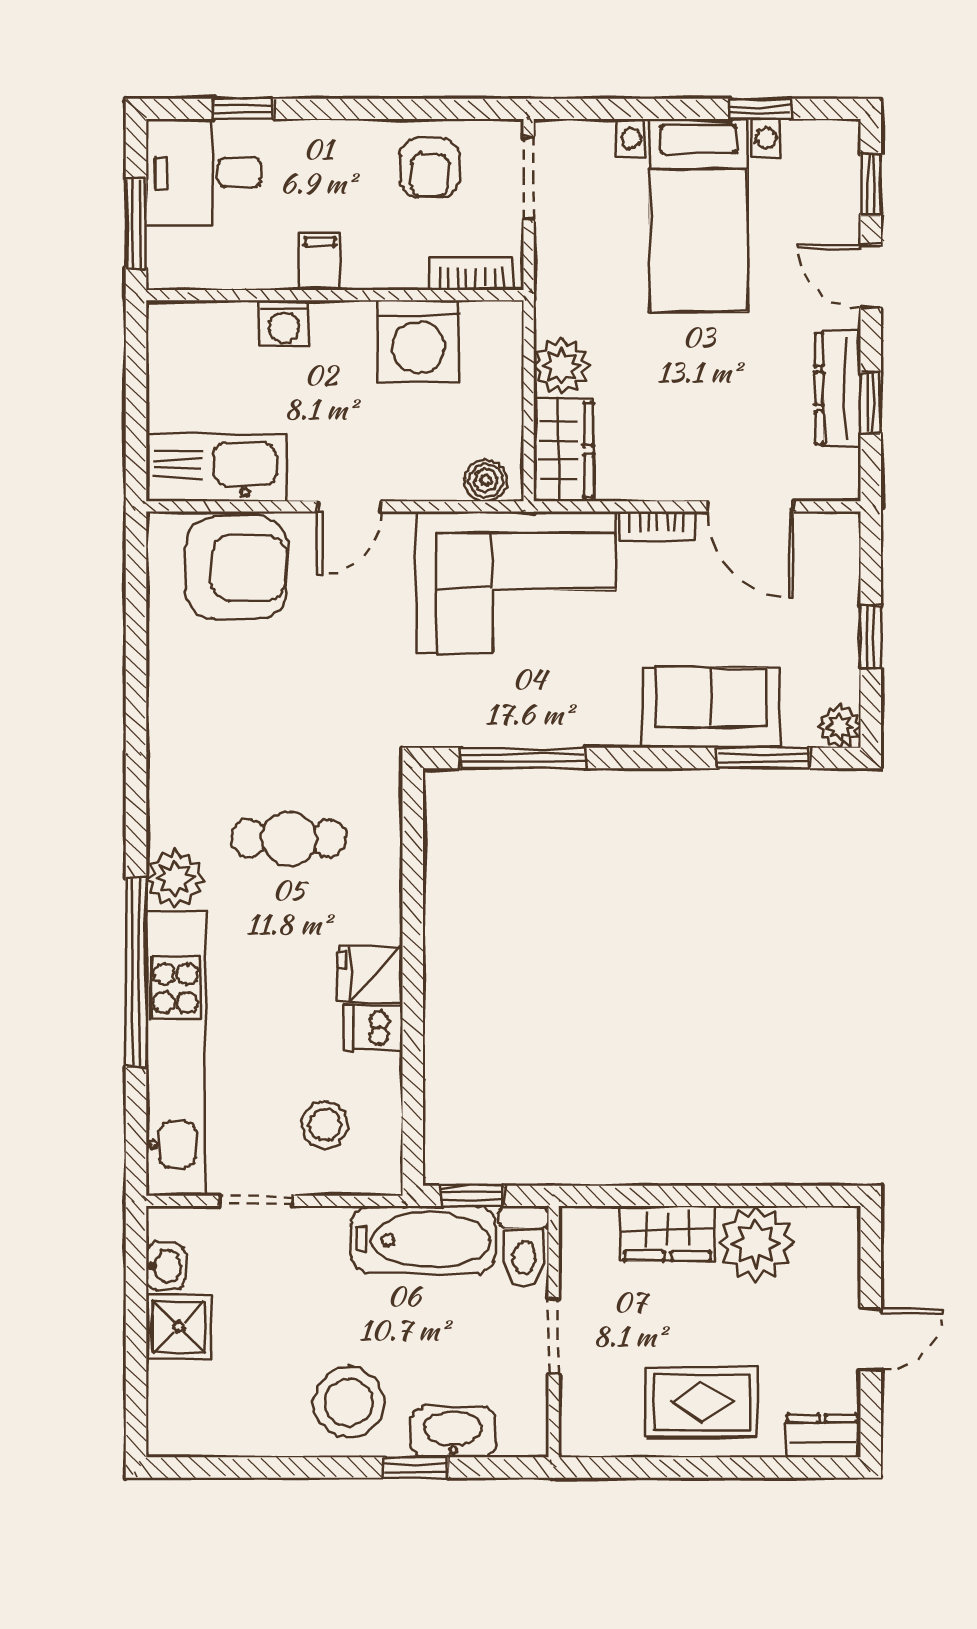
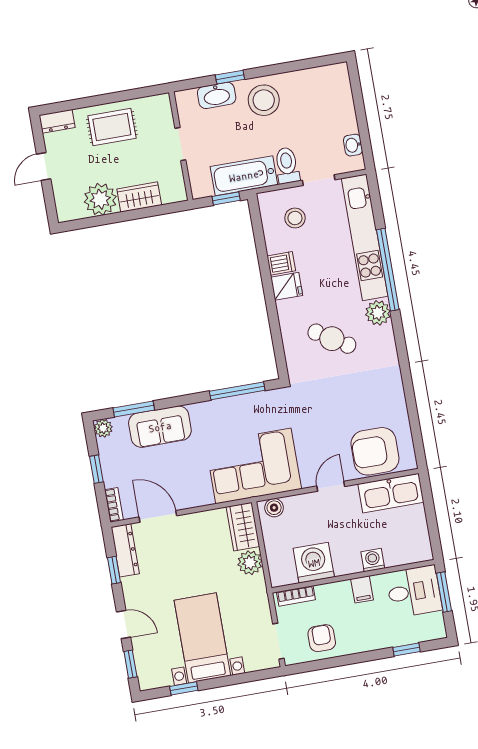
desk: (204, 172) -> (414, 591), moved
dresser: (838, 389) -> (125, 550), moved
bookcase: (657, 527) -> (114, 505), moved, turned 90
cafe table: (289, 838) -> (332, 339), turned 32
toilet: (524, 1246) -> (287, 165), moved
shower: (179, 1327) -> (343, 120), removed

